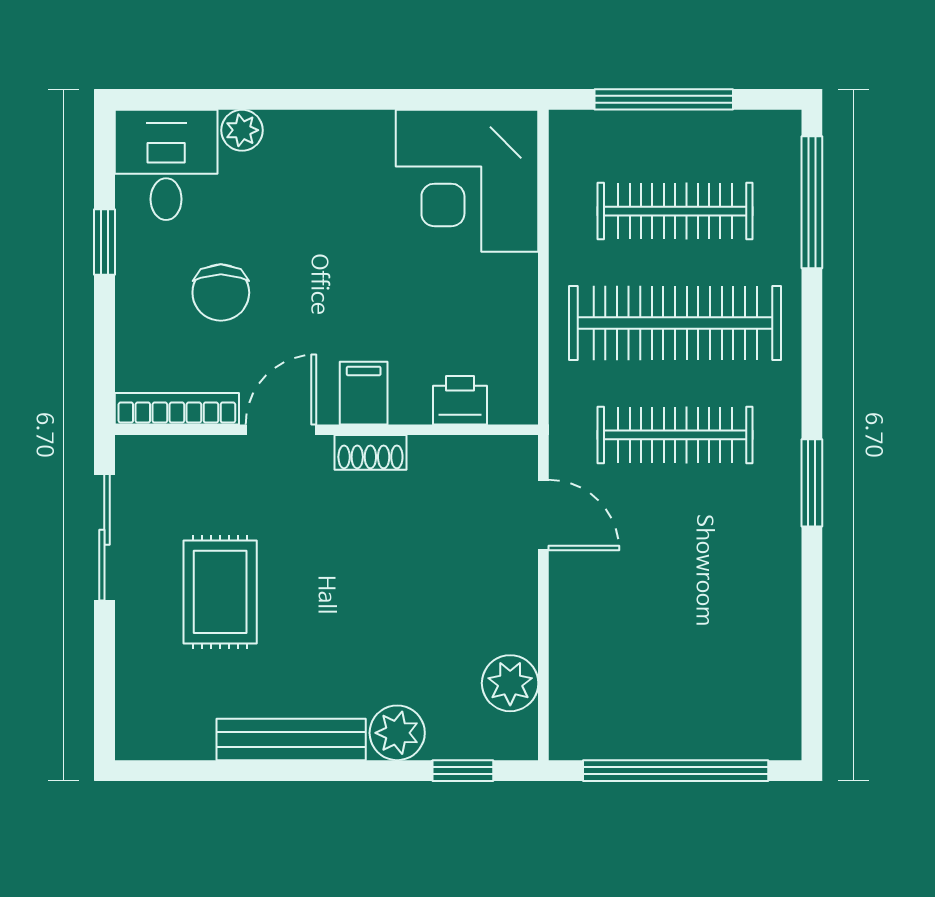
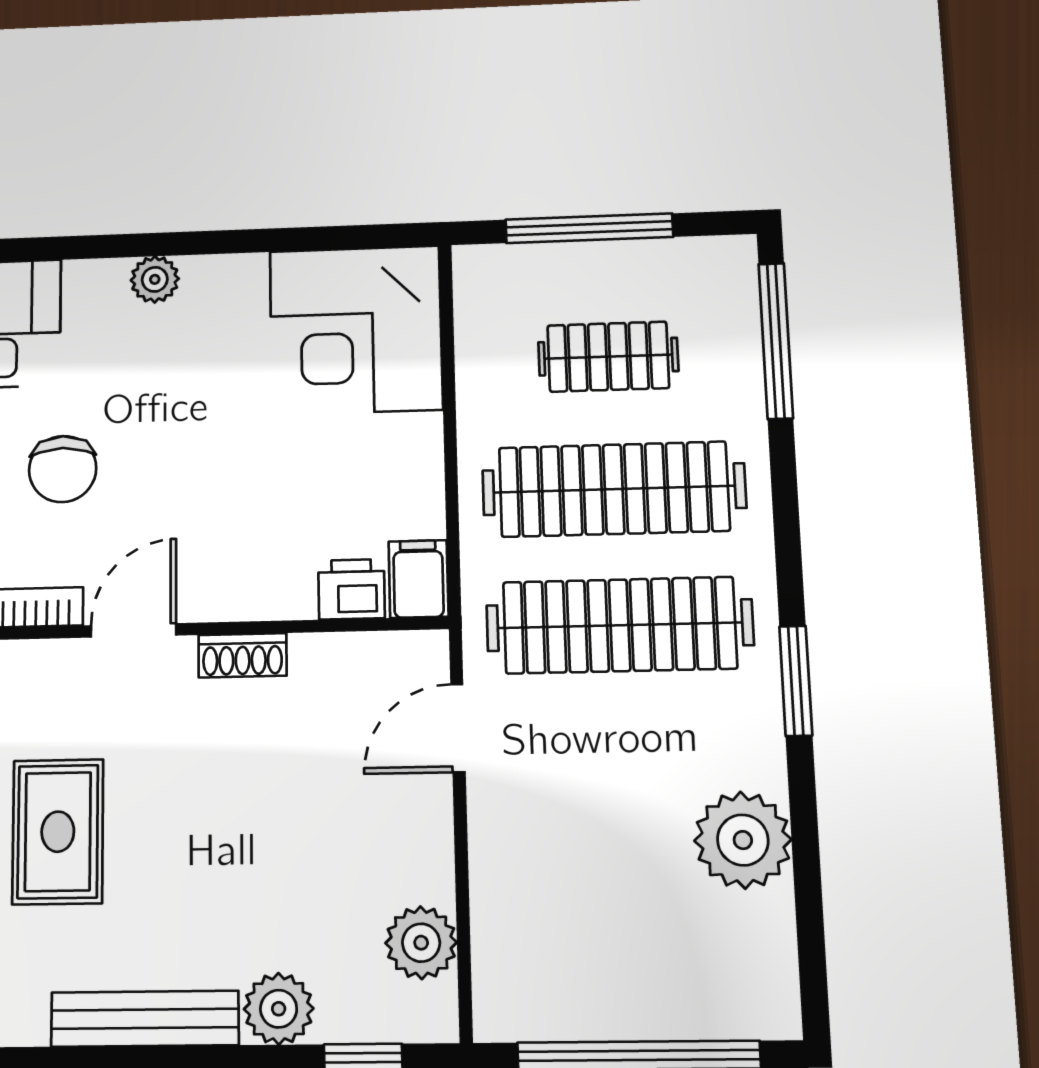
plant: (242, 130) -> (155, 279), moved
clothes rail: (675, 211) -> (608, 357), width x0.73
filing cabinet: (364, 393) -> (418, 579), moved
clothes rail: (675, 435) -> (620, 625), width x1.37, depth x1.31
door: (543, 515) -> (458, 728), swing flipped
plant: (764, 607) -> (743, 840), added

